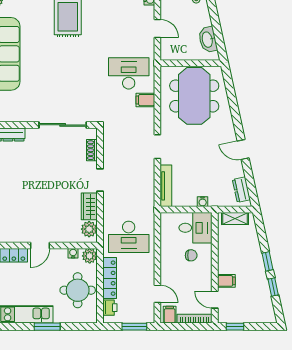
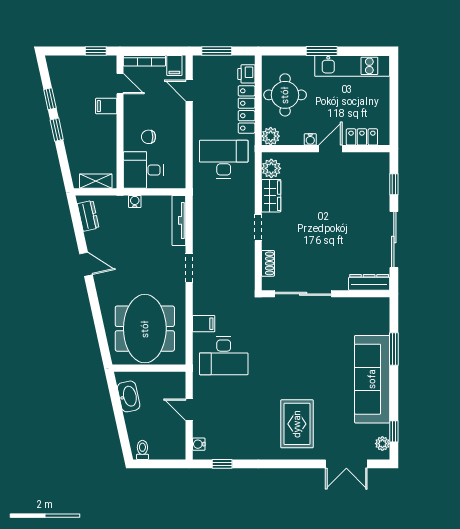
water cooler: (73, 253) -> (310, 139), moved

